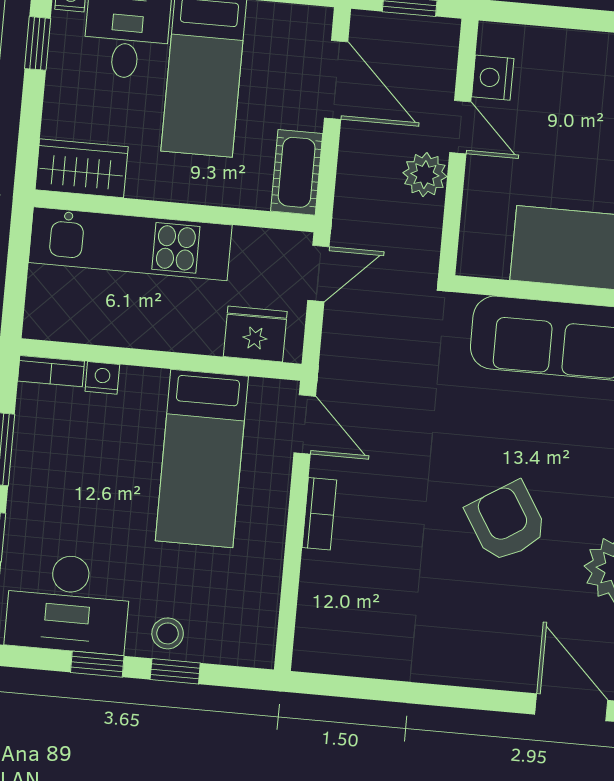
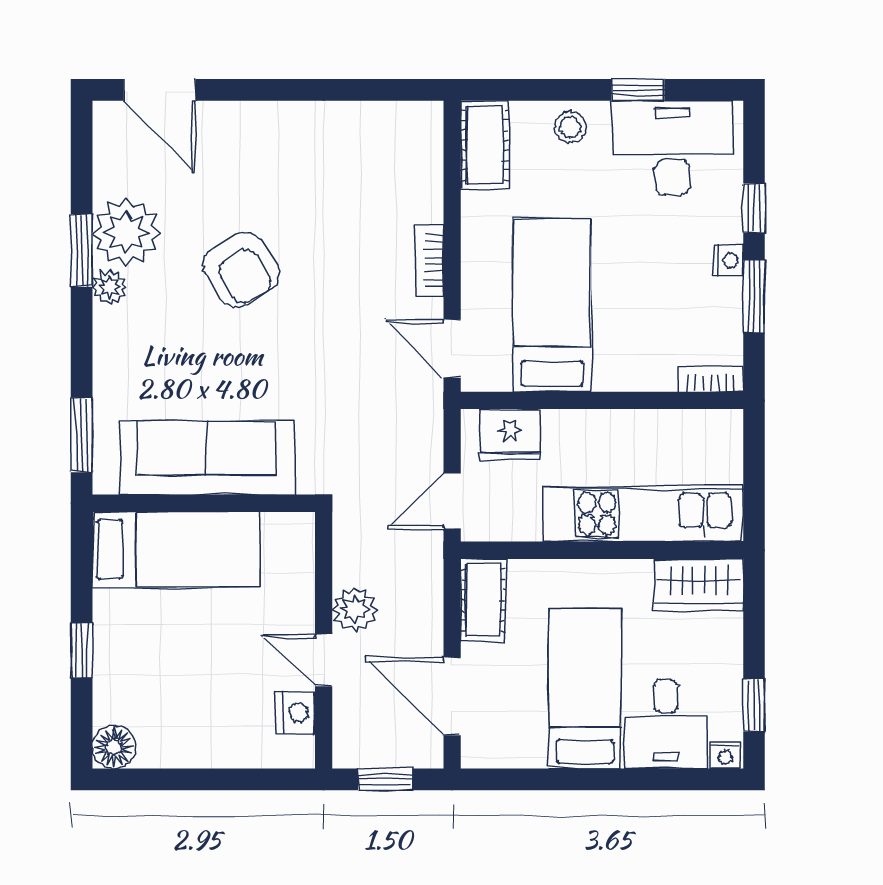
nightstand: (102, 378) -> (728, 260), moved, turned -90
cot: (254, 623) -> (485, 145), added
window: (175, 671) -> (559, 90), removed

